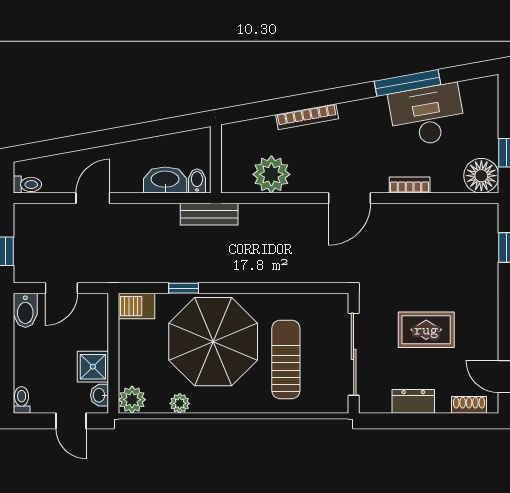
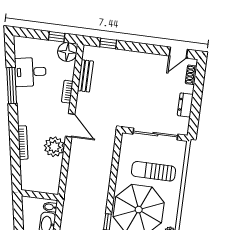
desk: (427, 115) -> (30, 72), width x0.73
plant: (271, 174) -> (54, 147), moved
bench: (209, 214) -> (85, 76), moved
rug: (426, 330) -> (147, 93), removed

